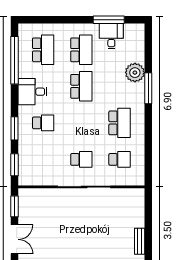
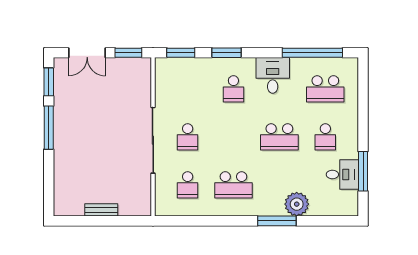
school desk: (81, 50) -> (325, 137), width x0.54
bench: (140, 241) -> (101, 210), moved

